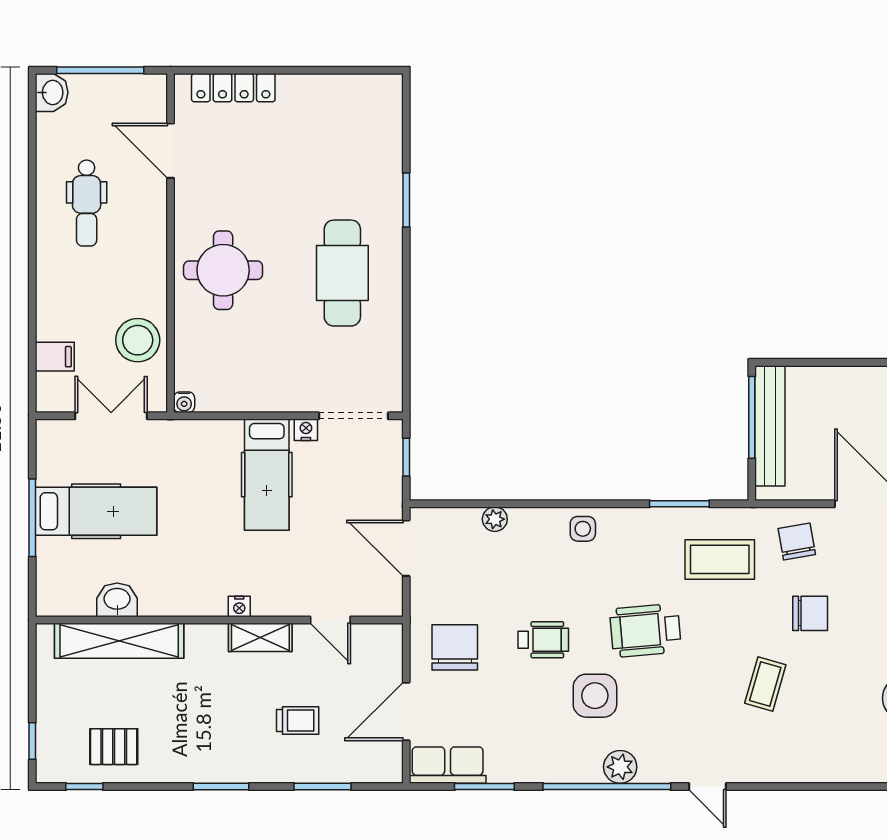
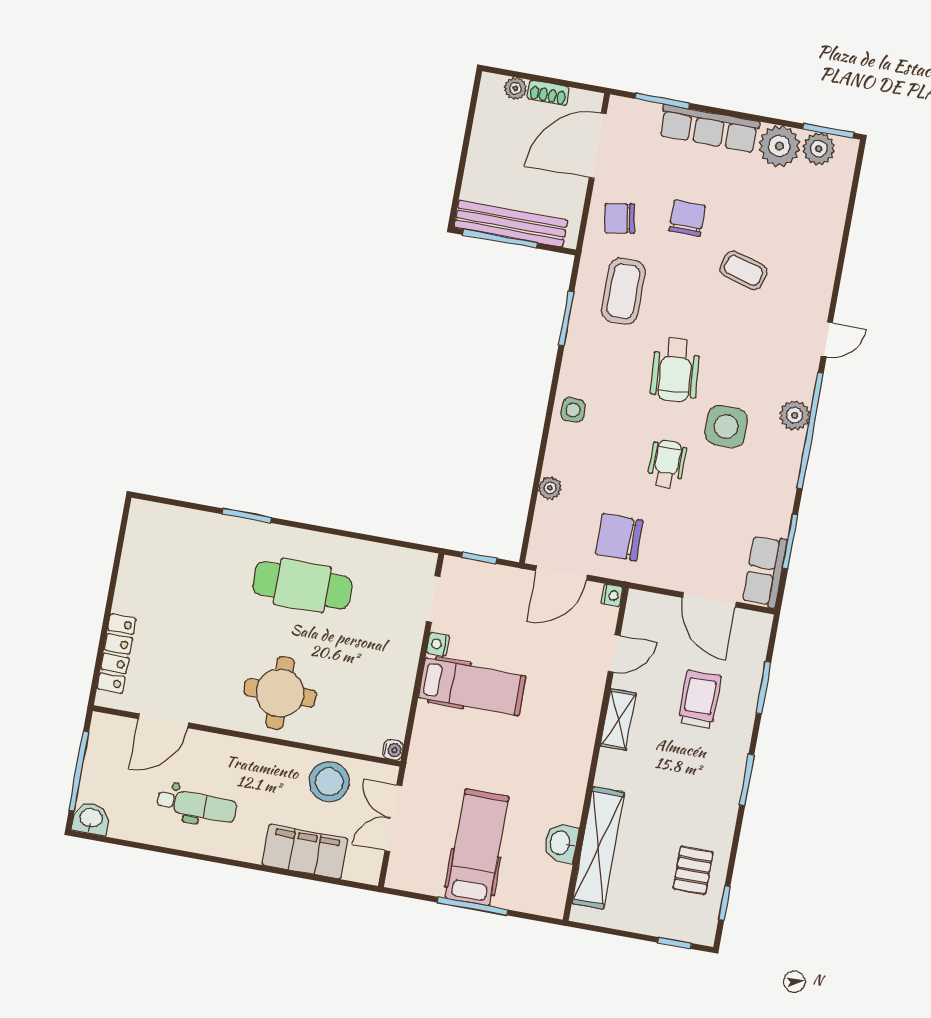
filing cabinet: (55, 357) -> (305, 852), width x3.00, depth x1.17
doorway: (353, 416) -> (433, 599), width x0.73
nightstand: (239, 606) -> (612, 595), moved
chair: (455, 647) -> (619, 537), moved
trolley: (298, 720) -> (700, 699), width x1.36, depth x1.39

